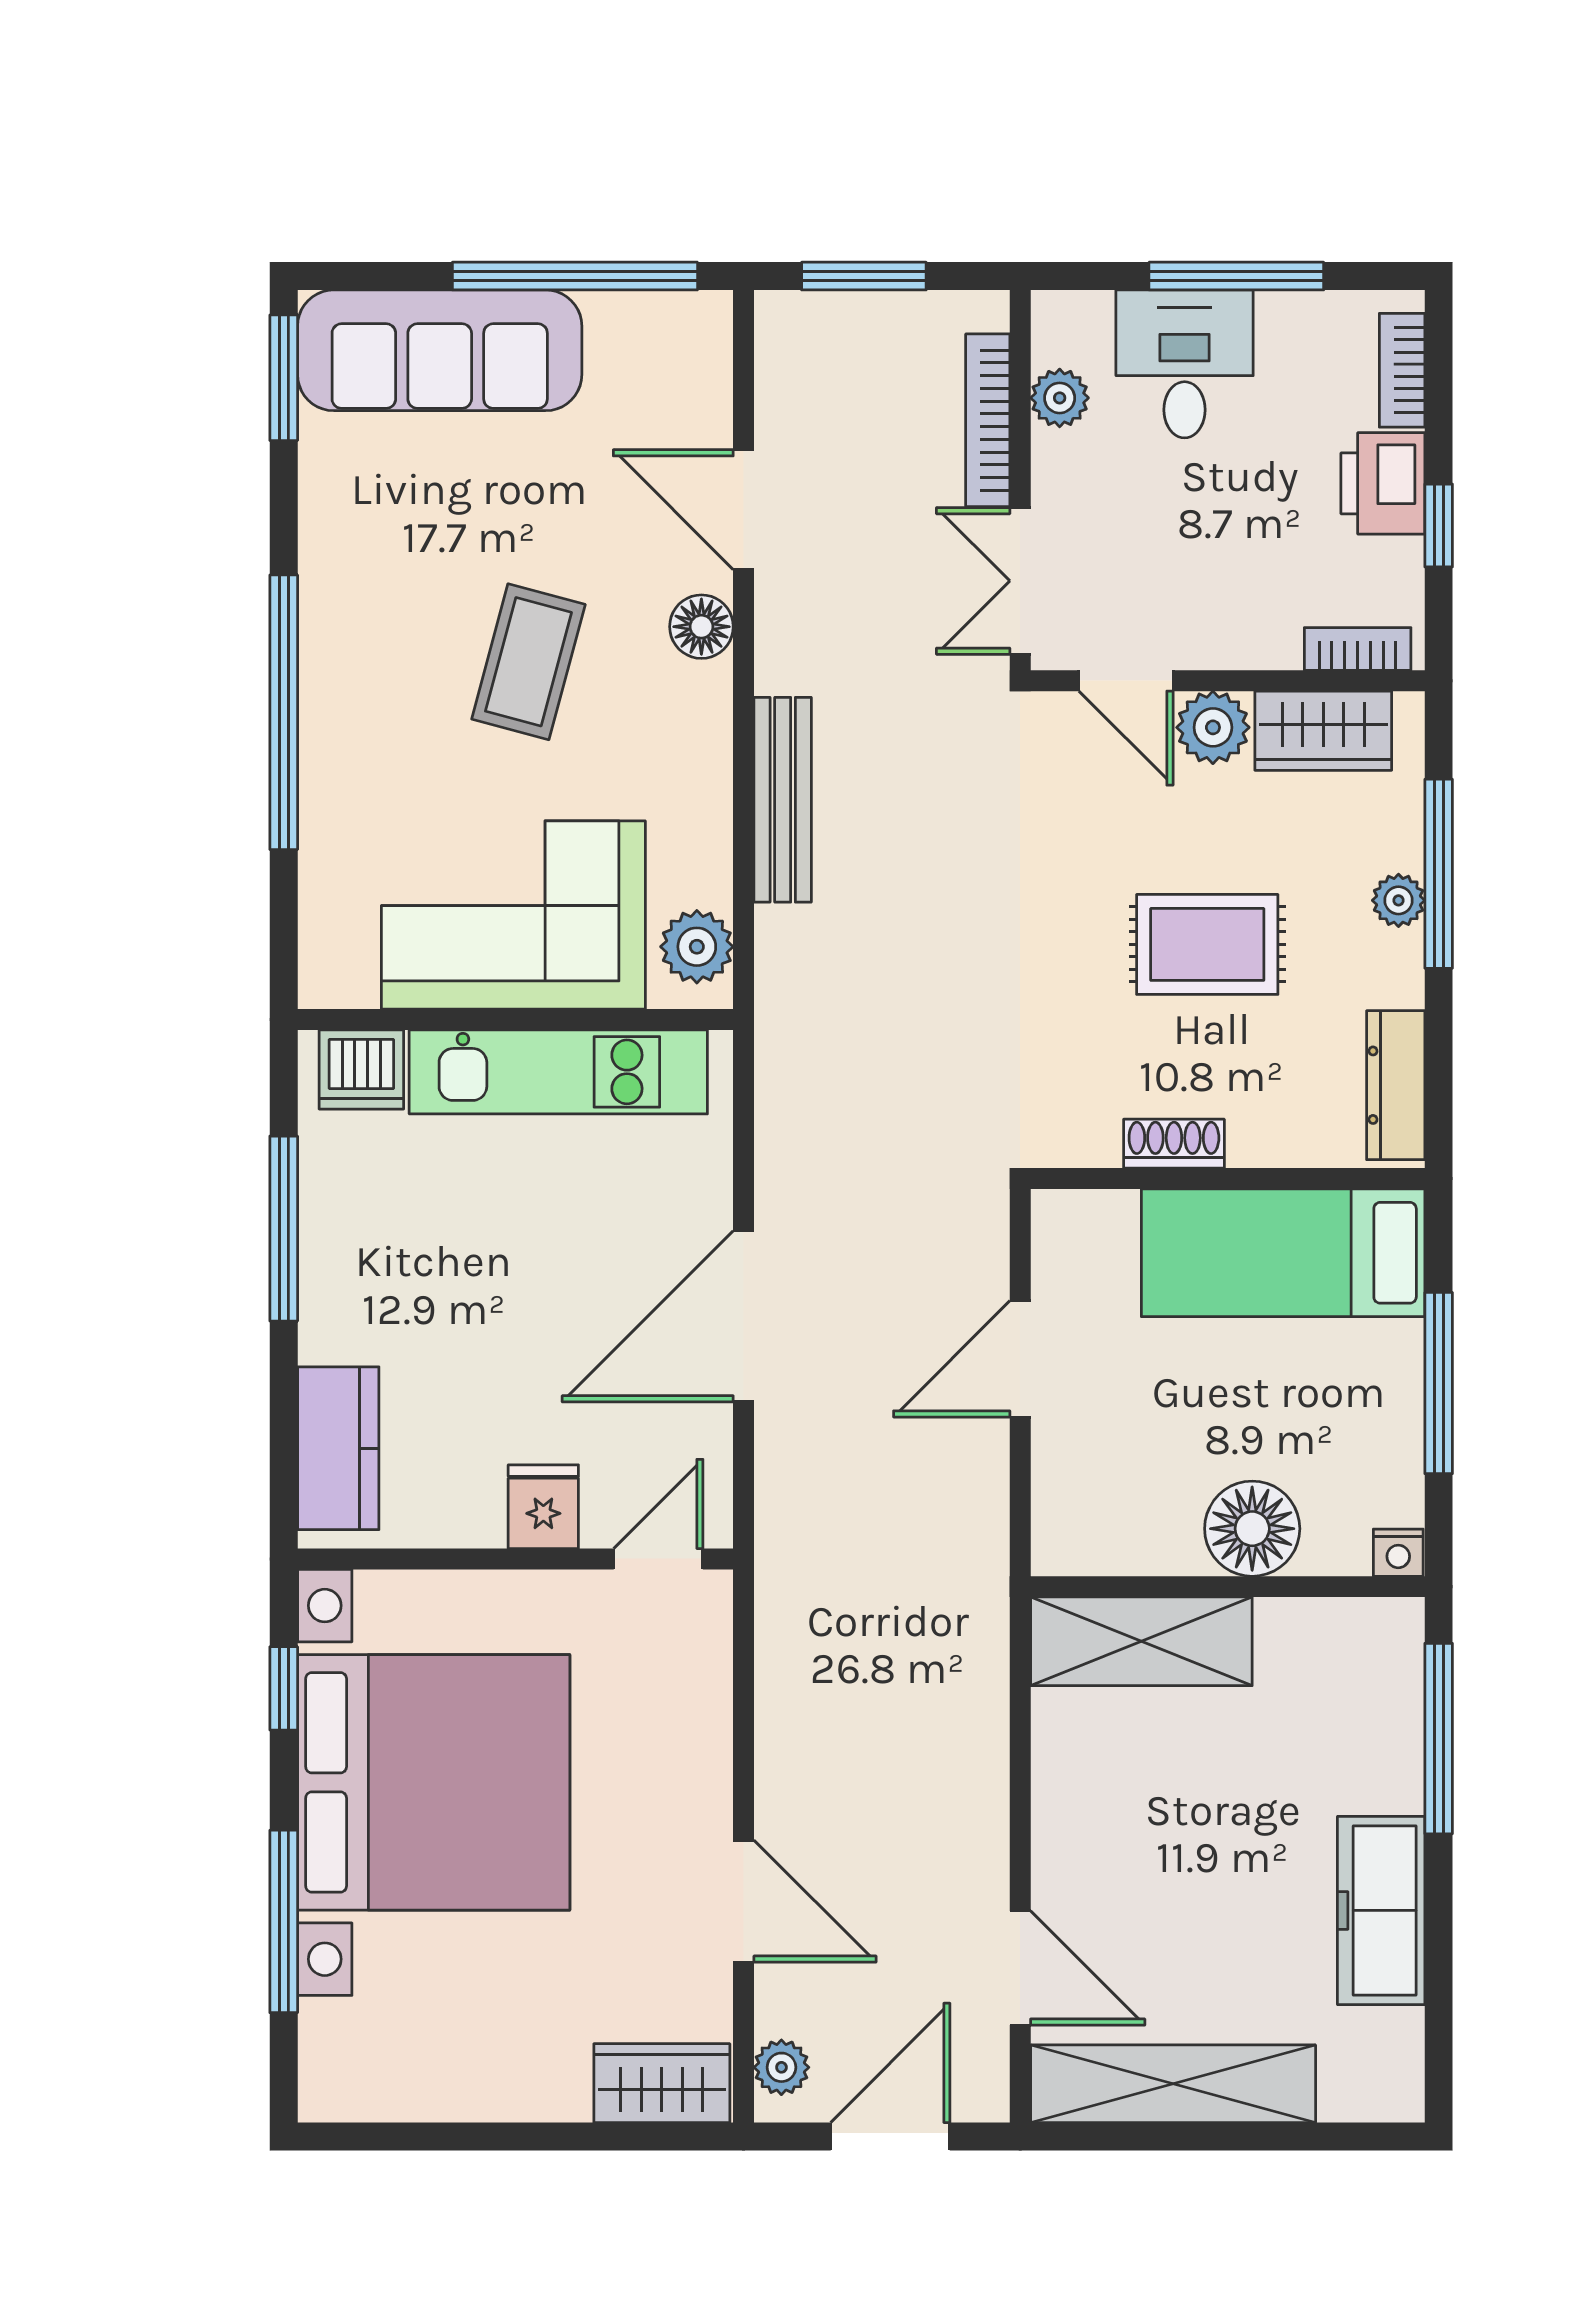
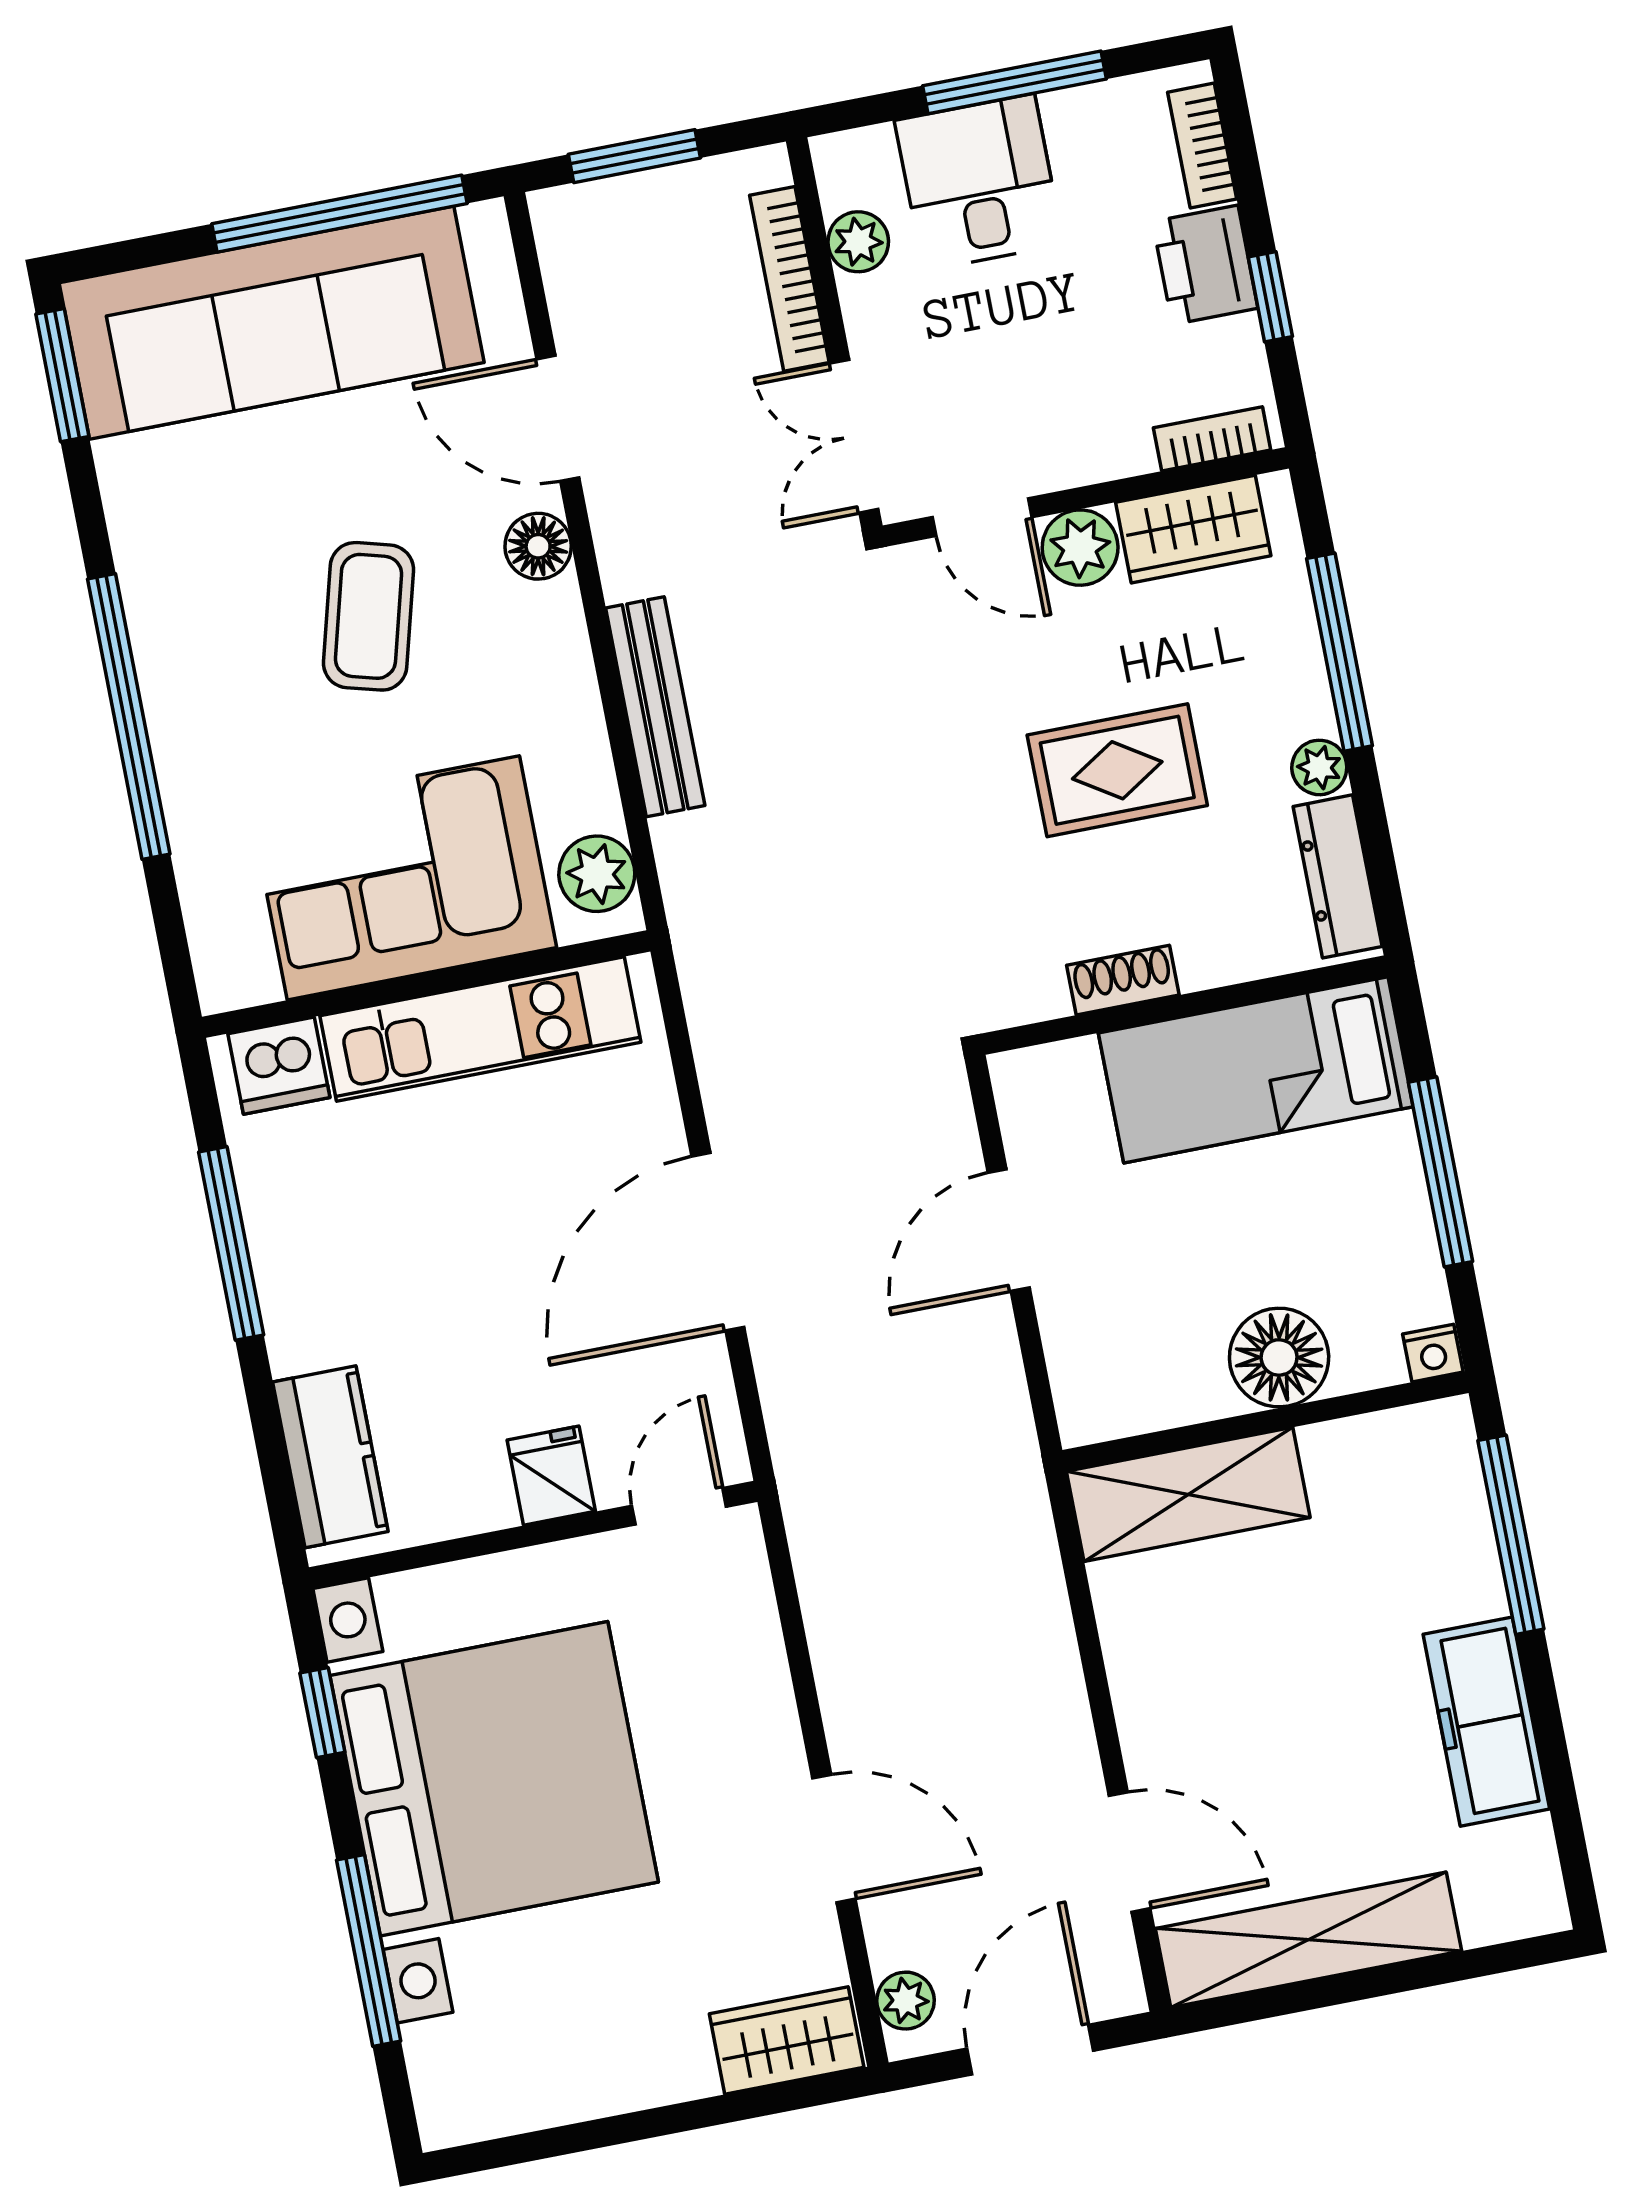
sofa: (440, 350) -> (272, 323), width x1.36, depth x1.27
plant: (1398, 900) -> (1319, 767), moved

